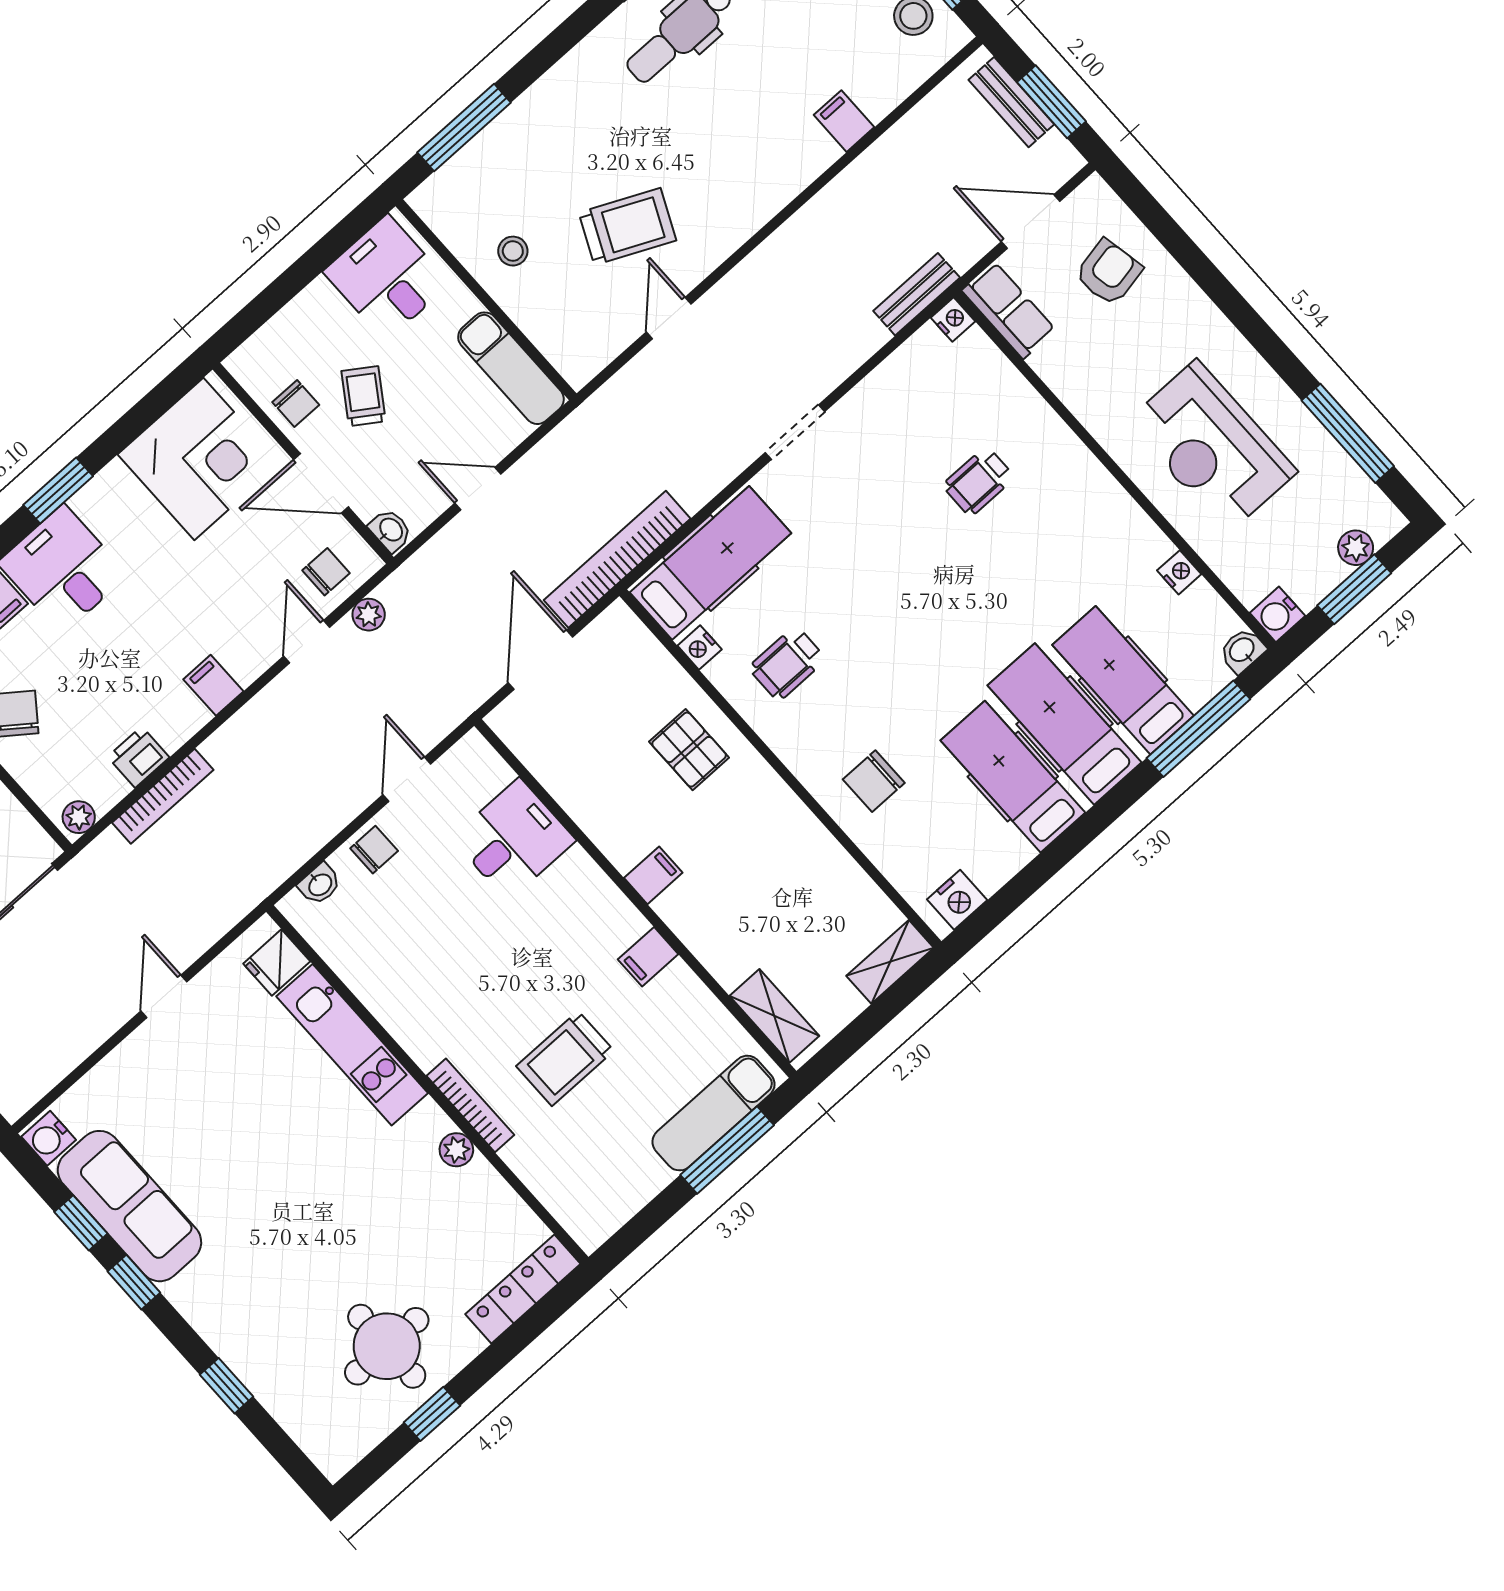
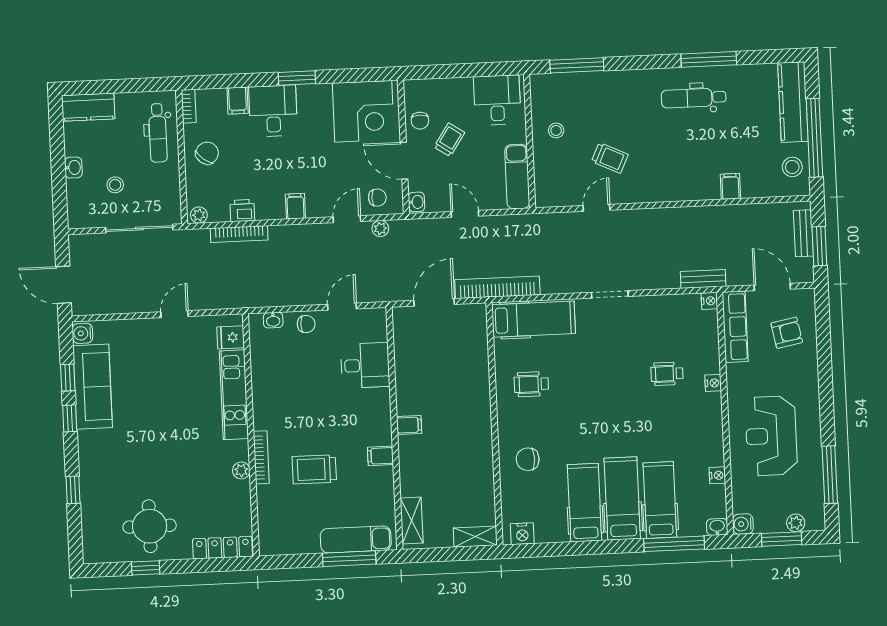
trolley: (627, 227) -> (610, 158), width x0.73, depth x0.72
row of seats: (1009, 310) -> (735, 327), width x1.48
nightstand: (700, 648) -> (713, 383), moved, turned 180
pallet: (689, 750) -> (464, 387), removed

